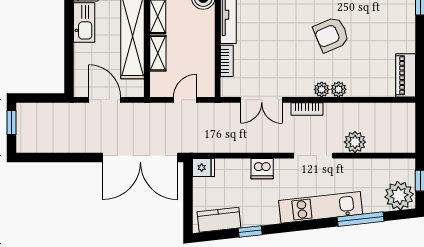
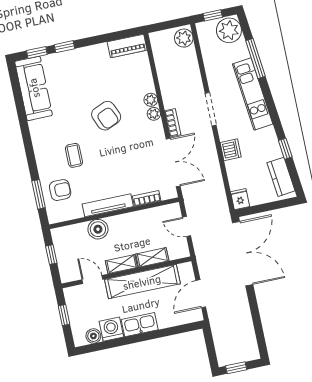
double door: (262, 100) -> (173, 162), width x1.37
plant: (355, 142) -> (184, 38), moved

